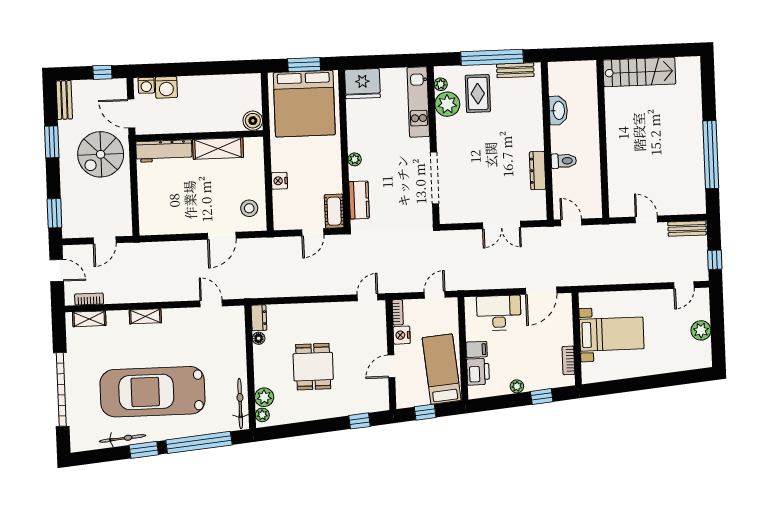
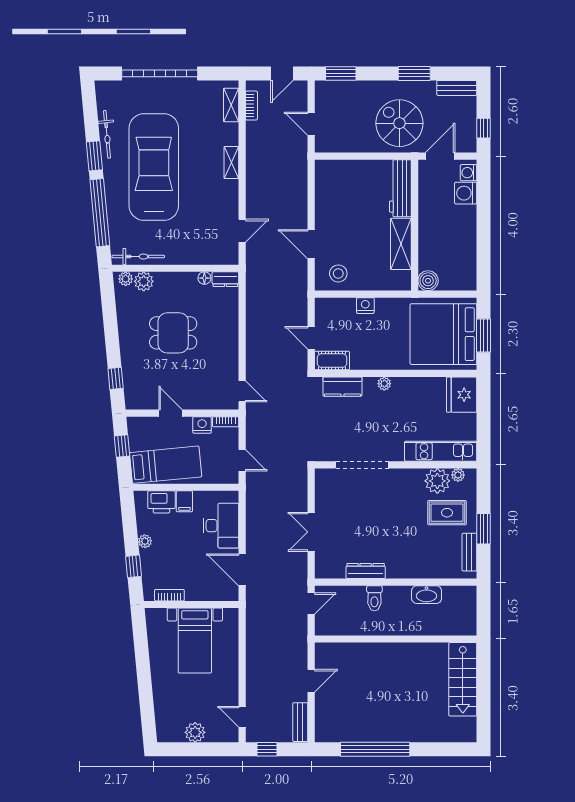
window: (492, 57) -> (484, 529), width x0.47

